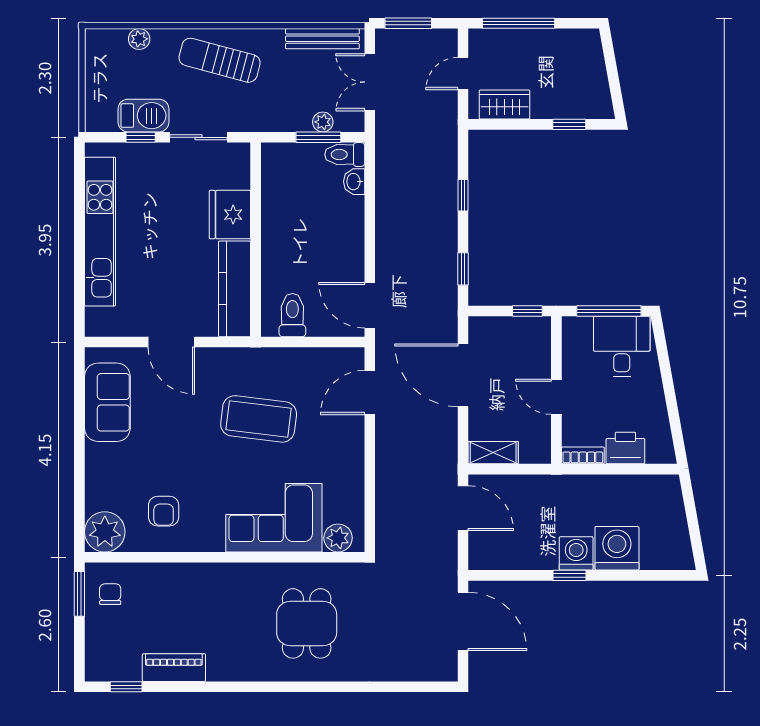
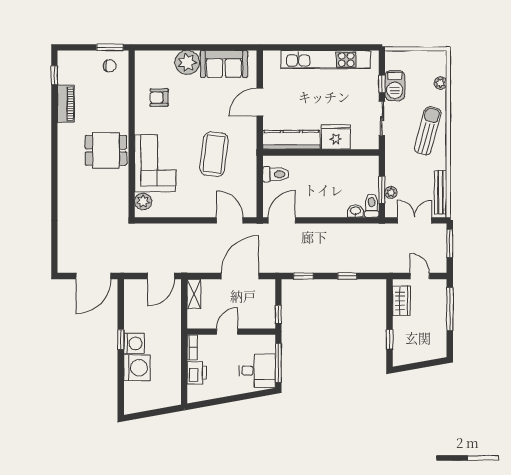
plant: (105, 532) -> (187, 62), moved
dining table: (307, 623) -> (106, 150), moved

